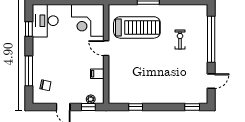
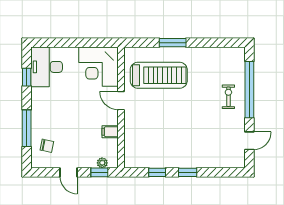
exercise bike: (180, 40) -> (228, 97), moved
window: (192, 107) -> (188, 172), moved

